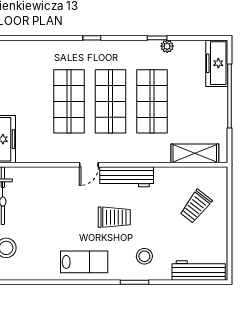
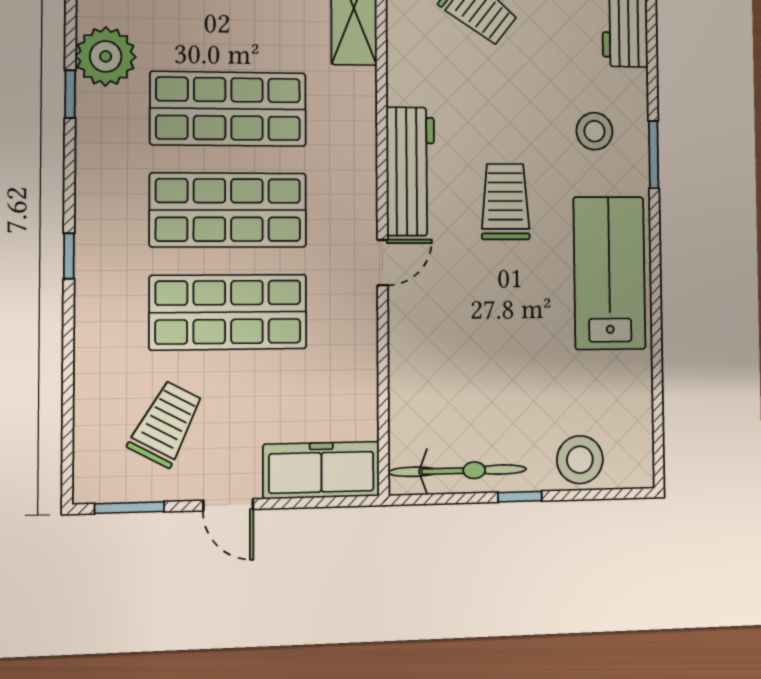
plant: (167, 46) -> (106, 56), width x1.88, depth x1.88
trolley: (24, 77) -> (166, 424), added
door: (89, 165) -> (382, 263), hinge flipped
lab bench: (84, 262) -> (609, 273), width x1.36, depth x1.39

